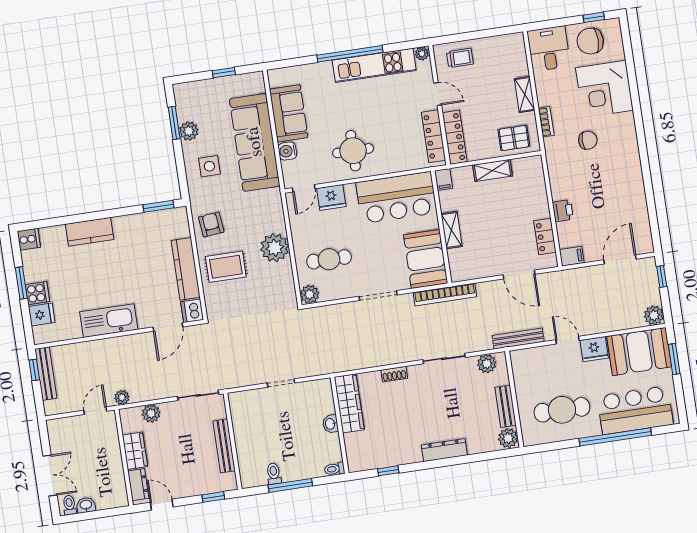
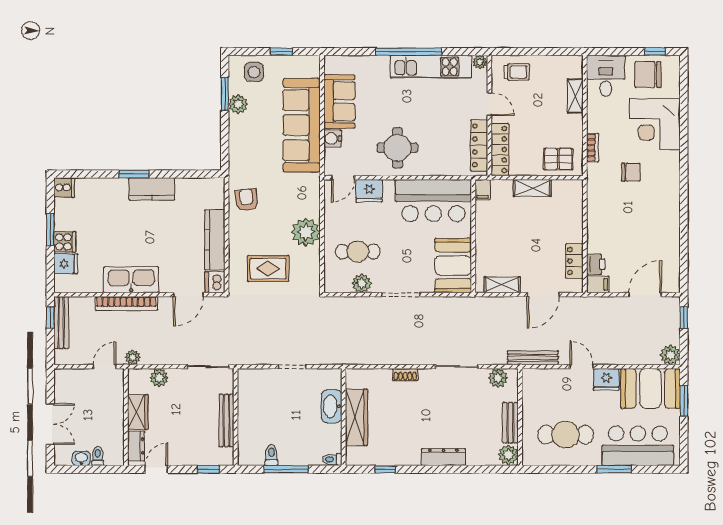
shelving: (525, 94) -> (575, 96), moved
side table: (209, 166) -> (254, 72), moved
window: (158, 206) -> (134, 174), moved
printer: (563, 211) -> (596, 264), moved
shelving: (452, 230) -> (502, 285), moved, turned 90
kitchen counter: (90, 232) -> (152, 189), moved
rug: (226, 267) -> (268, 268), moved
door: (519, 274) -> (543, 295), hinge flipped
plant: (310, 294) -> (362, 283), moved
bookcase: (445, 295) -> (126, 303), moved
wardrobe: (349, 403) -> (356, 417), moved
washbasin: (330, 424) -> (332, 406), width x1.91, depth x1.45
window: (615, 437) -> (614, 469), width x0.47
toilet: (69, 505) -> (98, 456), moved
door: (162, 505) -> (156, 469), hinge flipped

